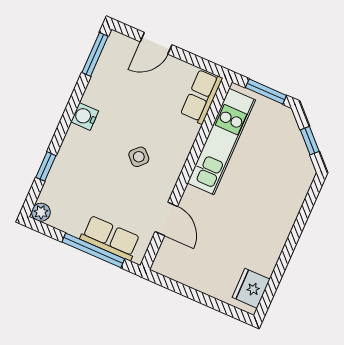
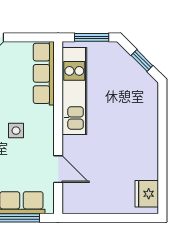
row of seats: (201, 96) -> (44, 73), width x1.48
side table: (139, 157) -> (16, 131), turned 45

